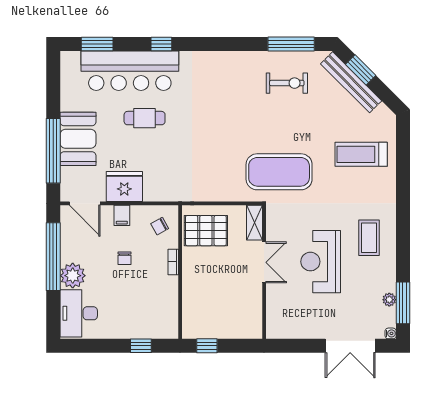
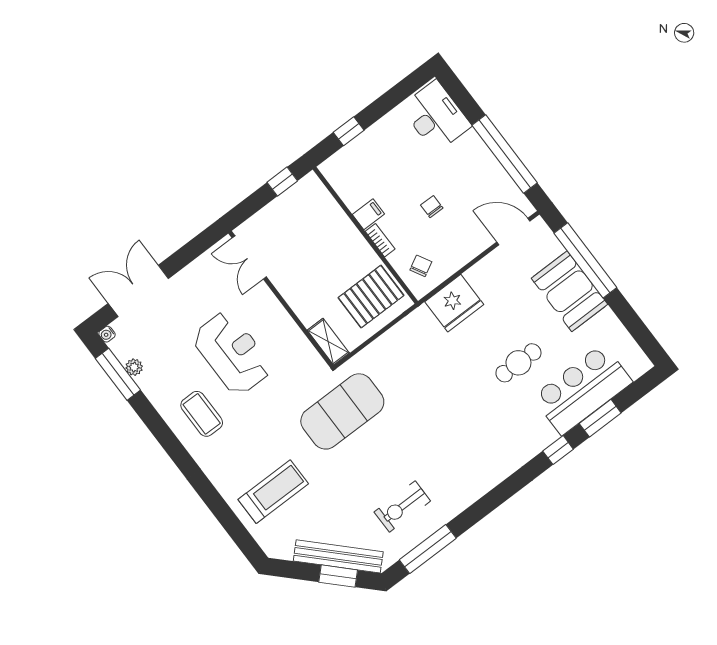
window: (97, 44) -> (600, 418), moved
bar counter: (130, 71) -> (582, 389), width x0.73
fridge: (124, 187) -> (454, 303), moved
filing cabinet: (122, 215) -> (368, 214), moved, turned 90
double door: (264, 262) -> (249, 257), moved
plant: (73, 276) -> (471, 150), removed

